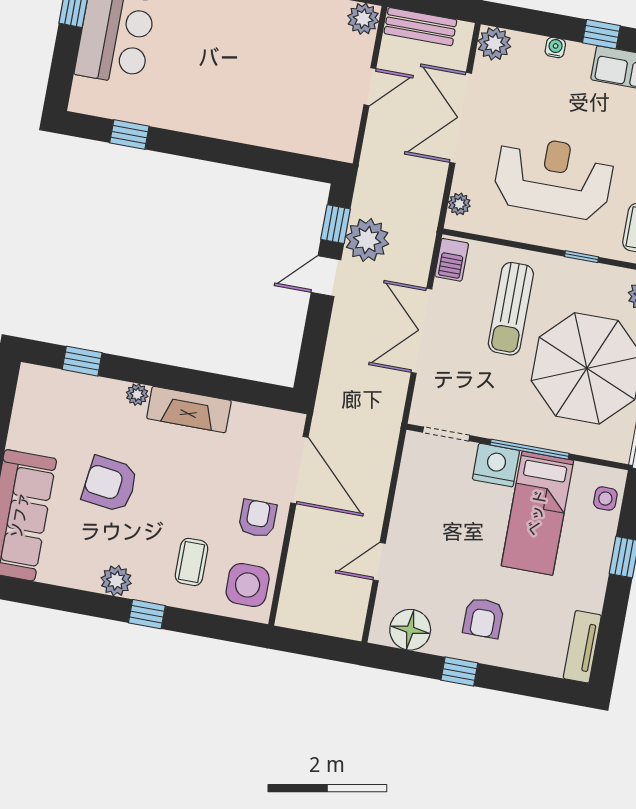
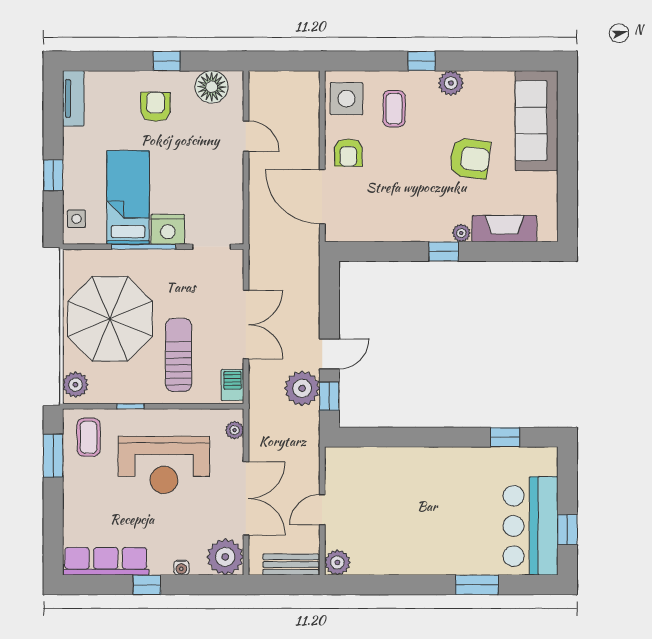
plant: (494, 44) -> (225, 557), width x1.36, depth x1.36
window: (82, 361) -> (444, 251), moved
fireplace: (189, 410) -> (504, 229), moved
door: (379, 562) -> (246, 136), hinge flipped

